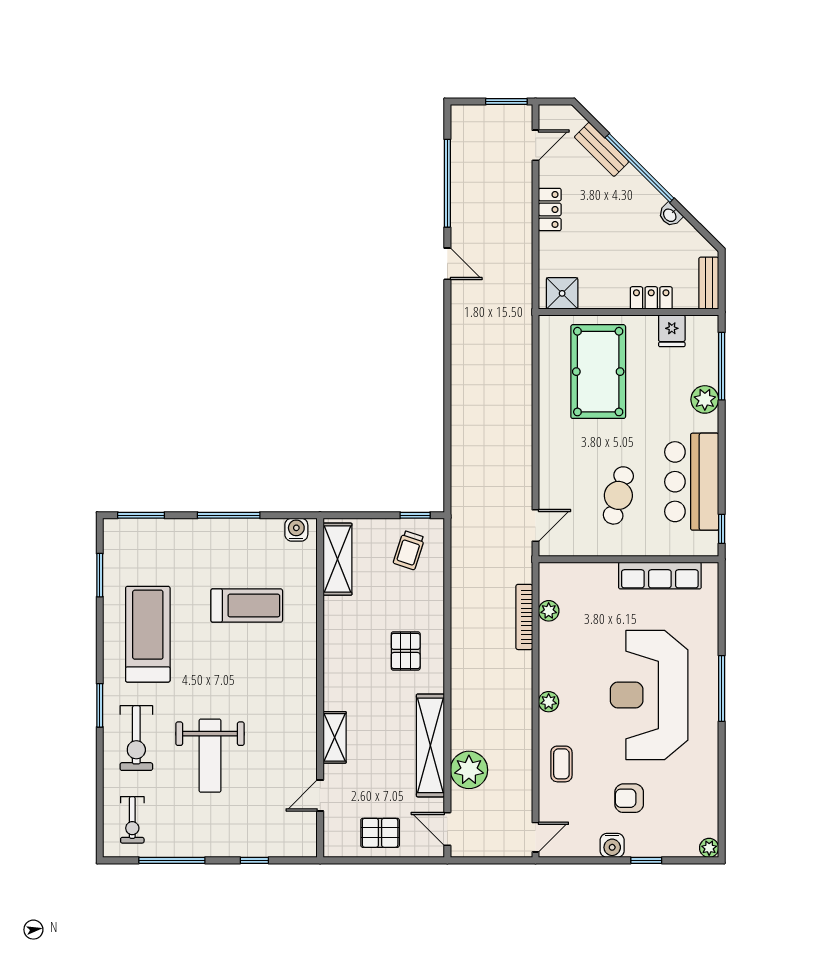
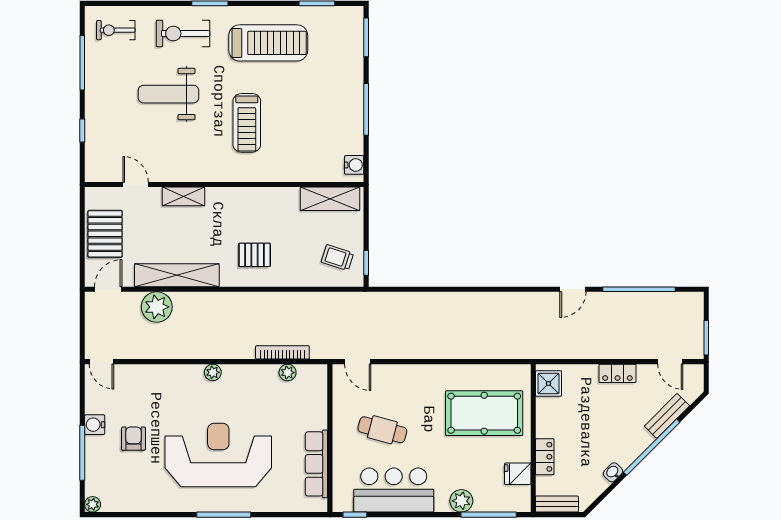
treadmill: (247, 606) -> (247, 123), moved
coffee table: (561, 764) -> (162, 383), removed
pallet: (380, 833) -> (105, 234), width x1.50, depth x1.42
window: (646, 860) -> (82, 453), width x2.17

